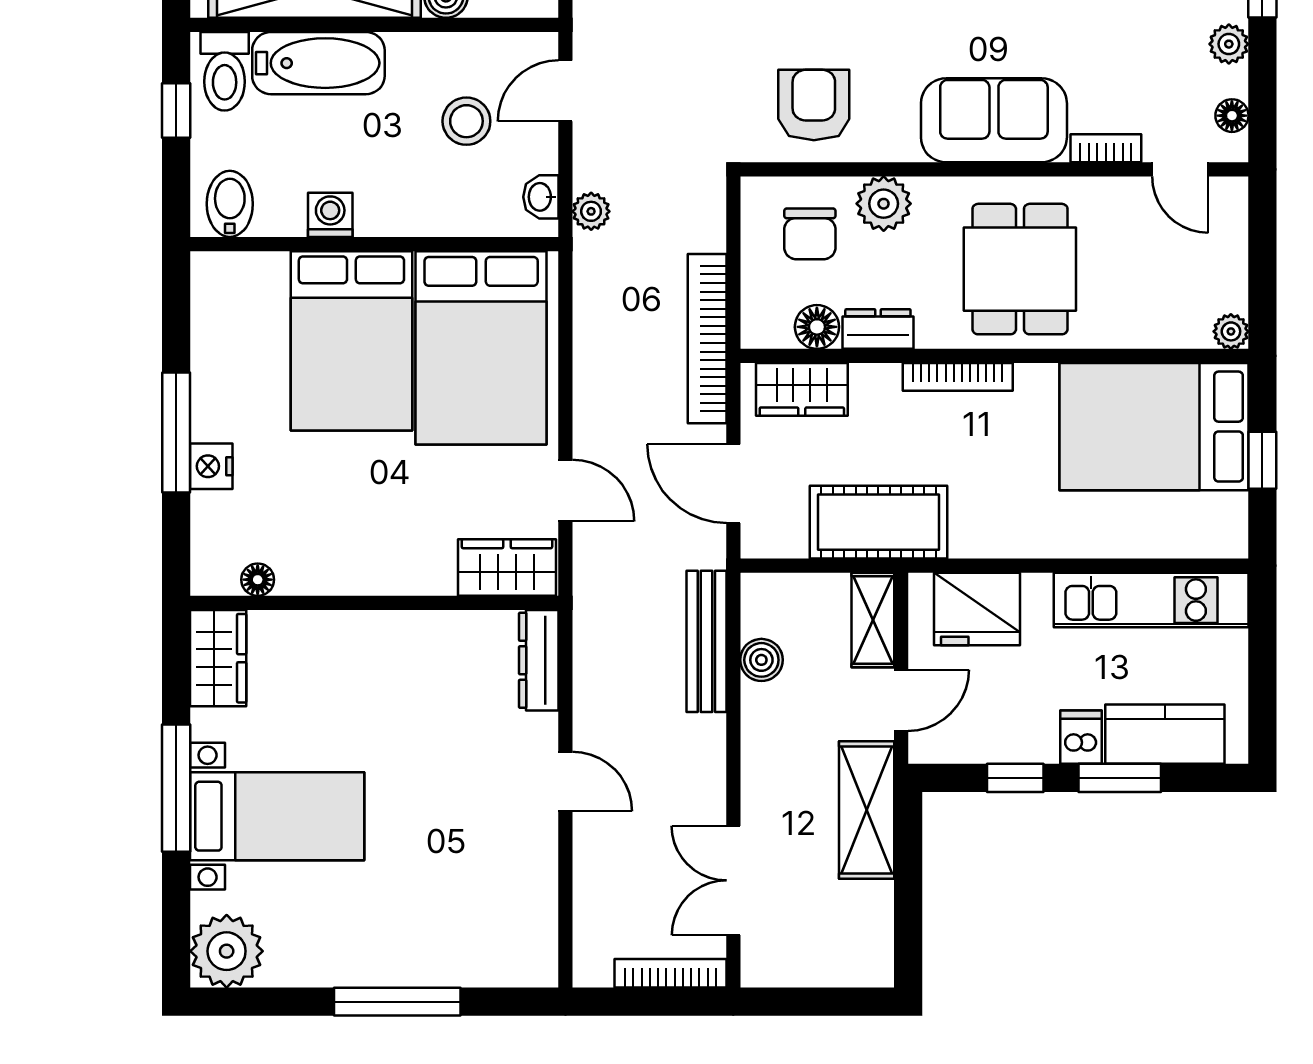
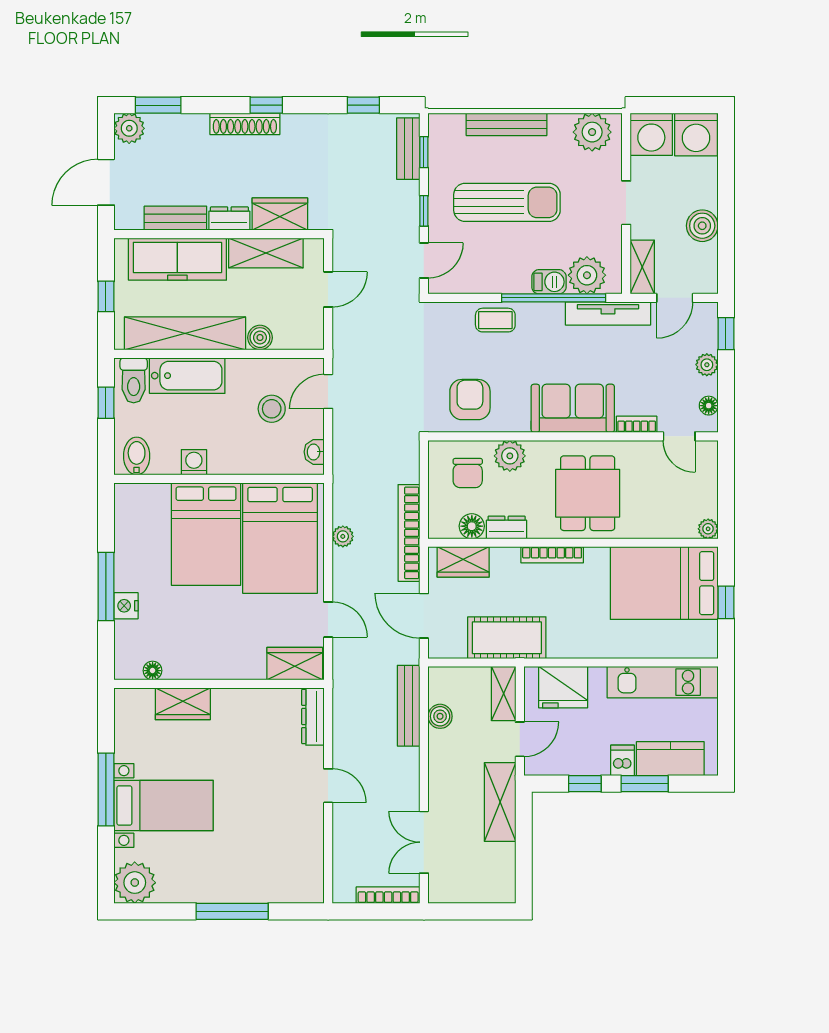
plant: (591, 211) -> (343, 536), moved
wardrobe: (218, 658) -> (183, 704), moved, turned 90

